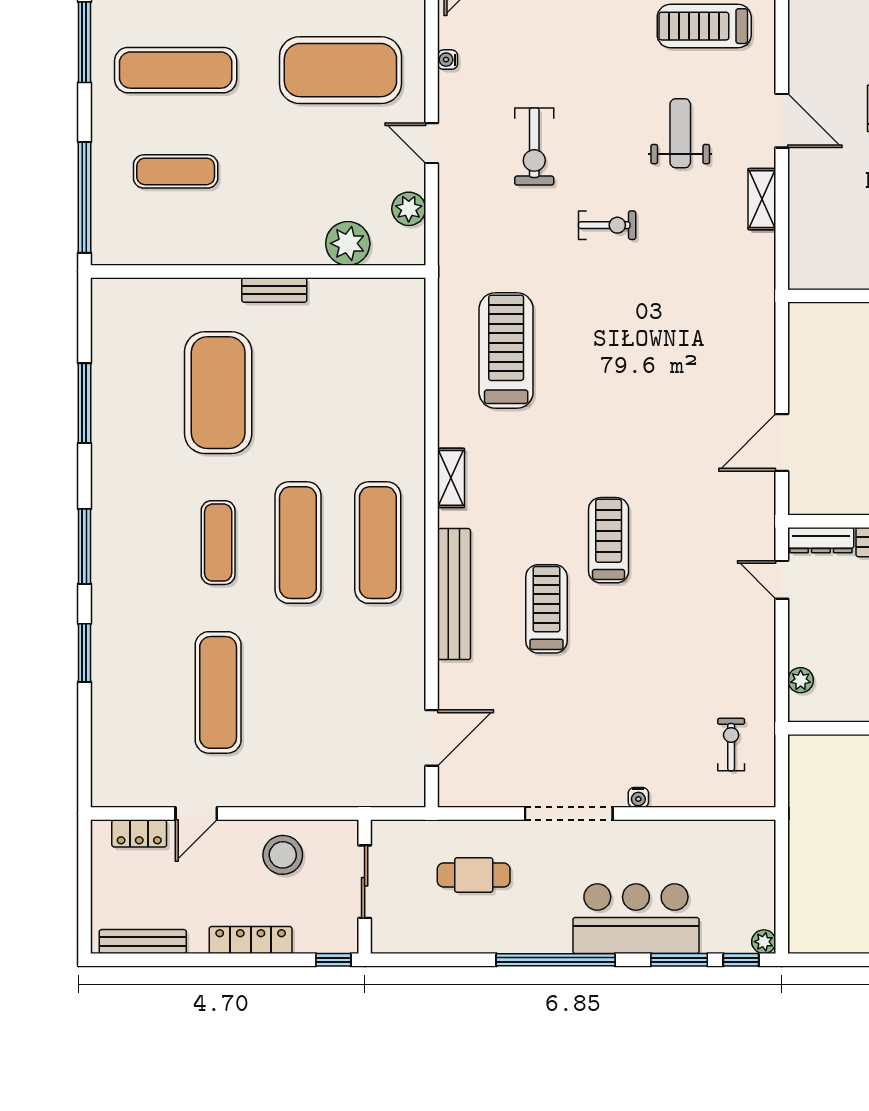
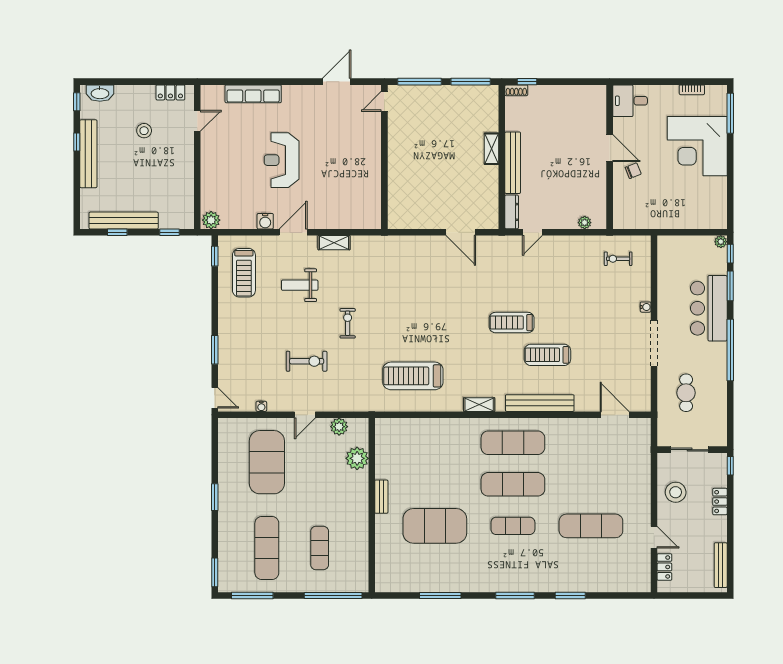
water cooler: (803, 67) -> (265, 221), added
locker: (251, 940) -> (720, 502), width x0.66

